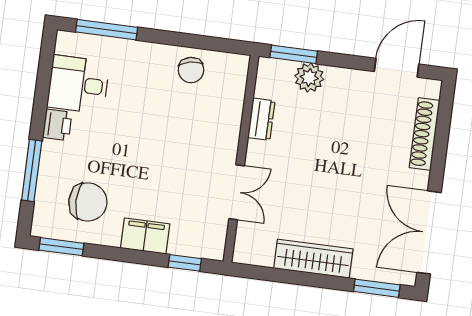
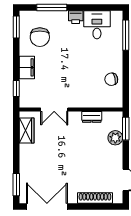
wardrobe: (313, 259) -> (27, 130), moved, width x0.67

